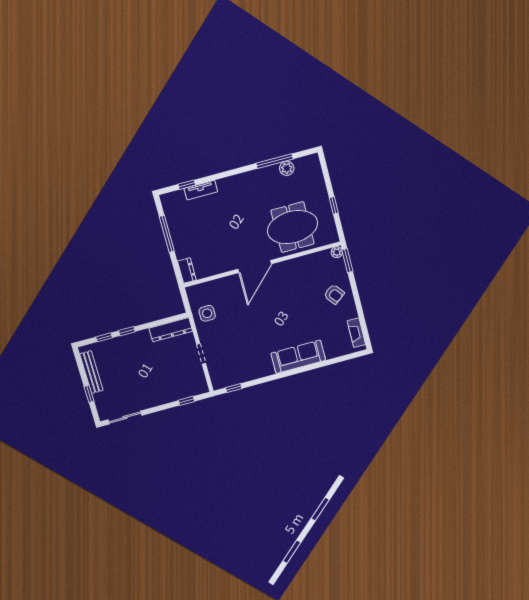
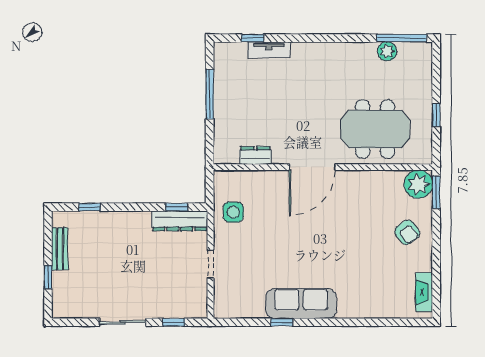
window: (275, 161) -> (402, 38), moved
plant: (337, 252) -> (418, 184), width x1.87, depth x1.87
dresser: (187, 271) -> (255, 155), moved, turned -90
window: (127, 331) -> (177, 207), moved
sofa: (298, 357) -> (301, 304), moved
bench: (91, 372) -> (60, 249), width x0.73
window: (234, 388) -> (282, 322), moved
sliding door: (125, 417) -> (123, 322), moved

